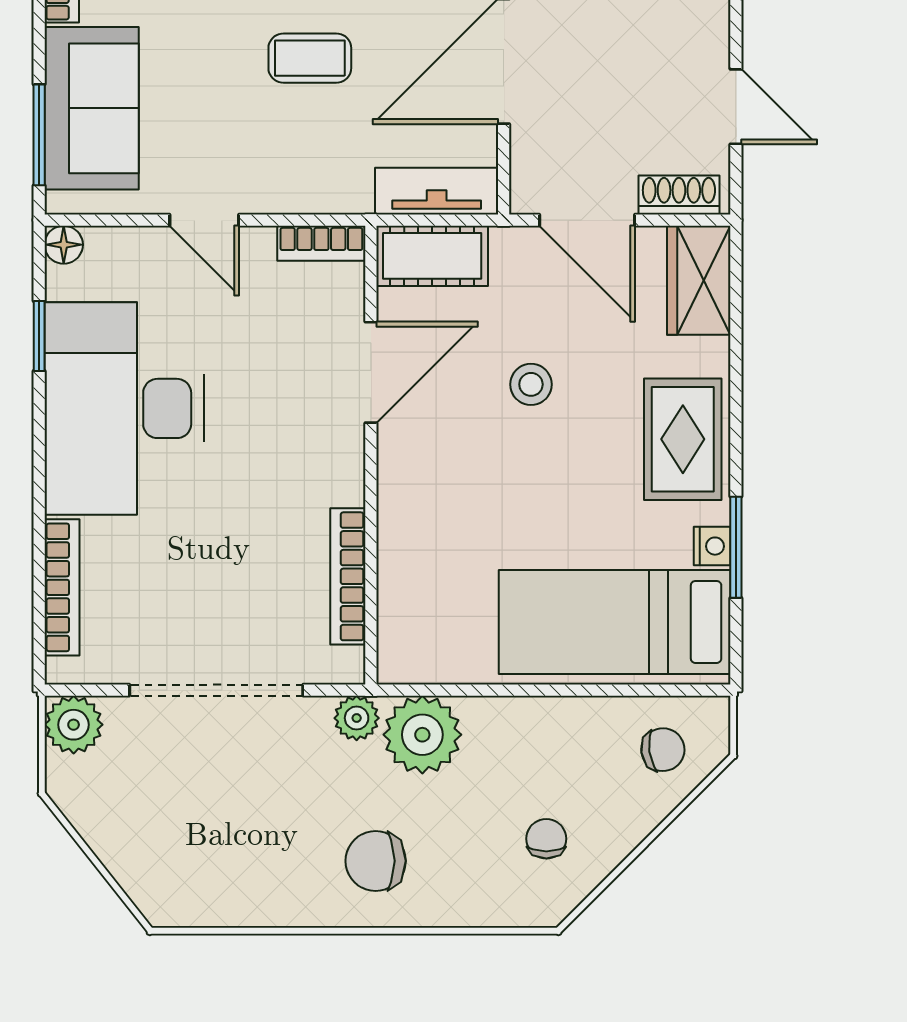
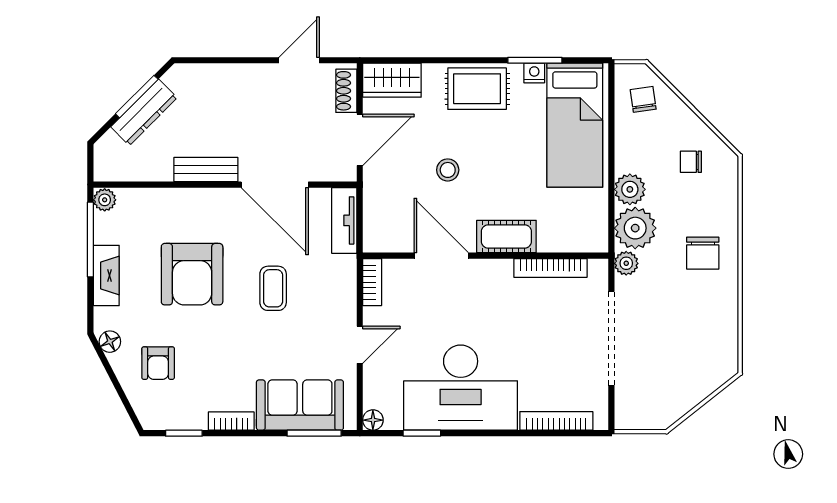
cot: (432, 256) -> (506, 236), moved, turned 90
plant: (74, 725) -> (630, 189), moved

